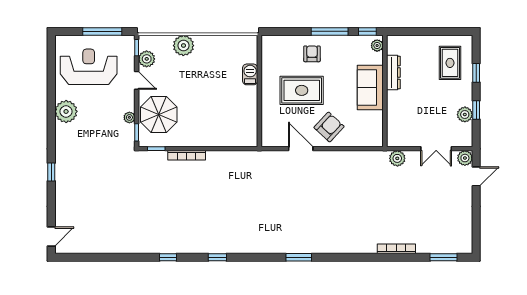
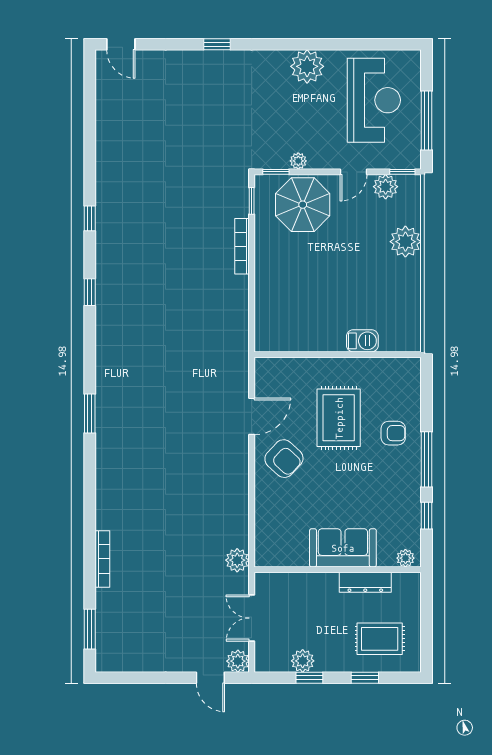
plant: (377, 46) -> (405, 558), moved
dresser: (393, 73) -> (365, 582), moved
sofa: (370, 87) -> (343, 548), moved
wall: (385, 91) -> (338, 570), moved

